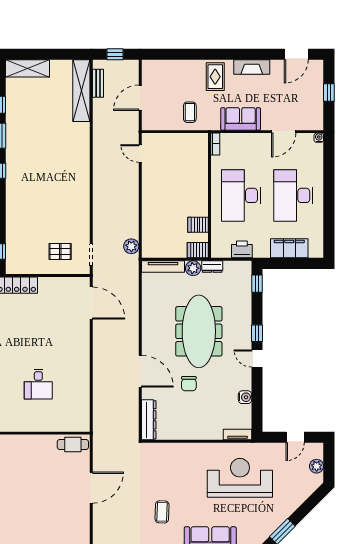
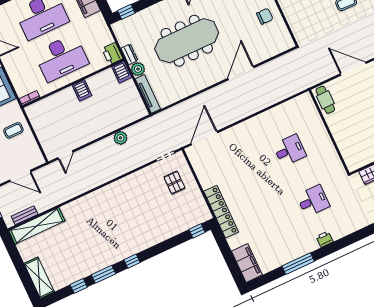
server rack: (198, 225) -> (82, 90), moved
plant: (131, 246) -> (120, 138), moved
printer: (242, 249) -> (112, 54), moved
chair: (189, 384) -> (265, 16), moved
dresser: (149, 420) -> (277, 48), removed

